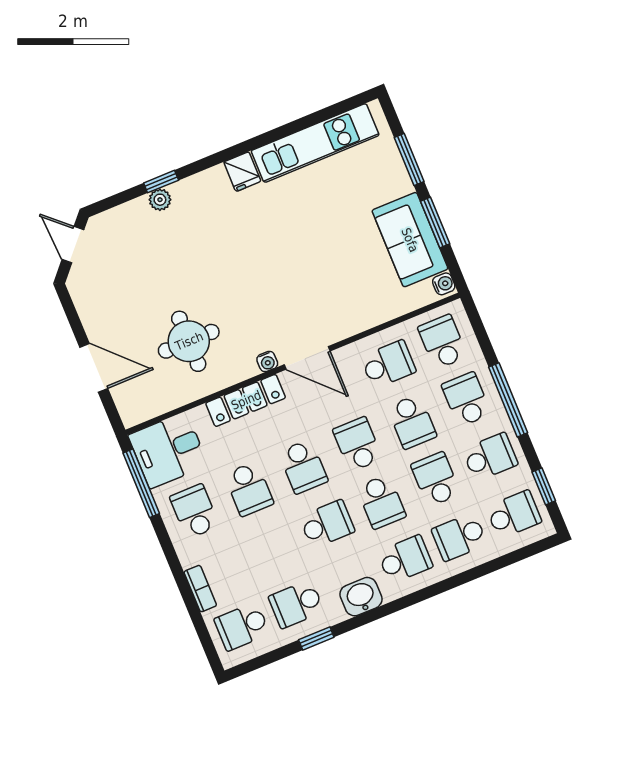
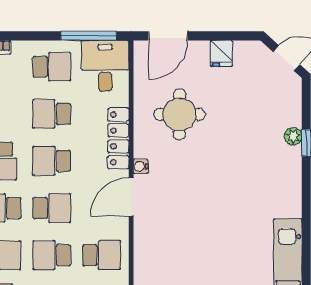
fridge: (242, 172) -> (222, 53), moved, turned -90
school desk: (388, 364) -> (102, 255), turned -90
door: (94, 368) -> (168, 36), moved

